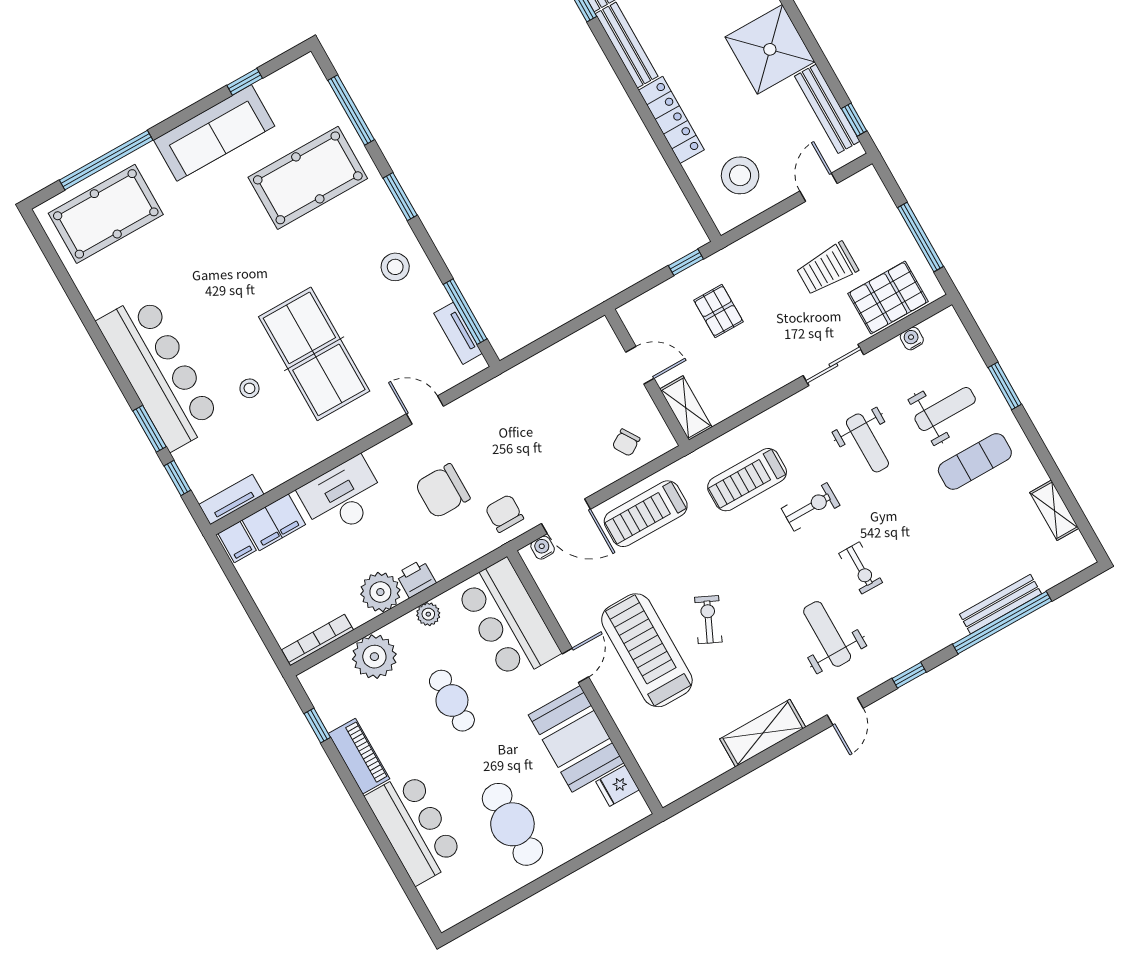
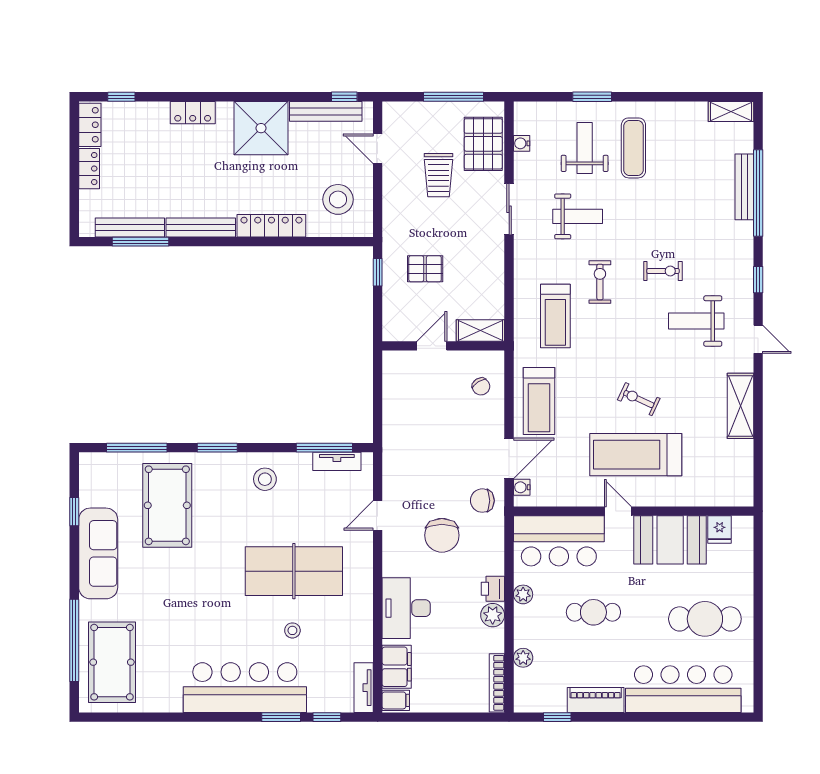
shelving: (1054, 510) -> (731, 111), moved
plant: (380, 592) -> (493, 615), width x0.73, depth x0.73
plant: (374, 657) -> (523, 658), width x0.53, depth x0.53
bar counter: (415, 827) -> (683, 689), width x1.36

